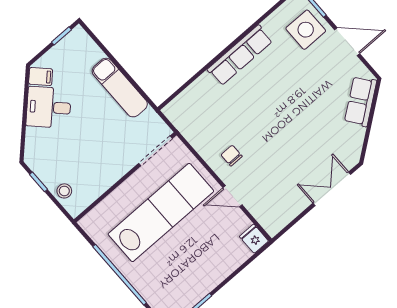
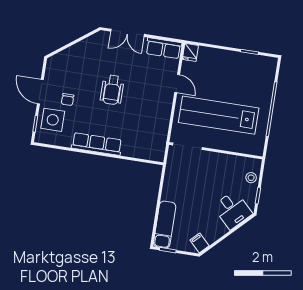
exam couch: (120, 88) -> (165, 225), moved
row of seats: (361, 101) -> (164, 48), moved, turned 37
desk: (49, 107) -> (232, 210), moved
wheelchair: (284, 121) -> (112, 90), added
chair: (232, 156) -> (68, 100), moved

